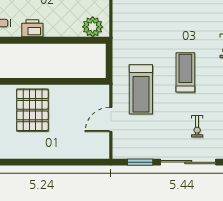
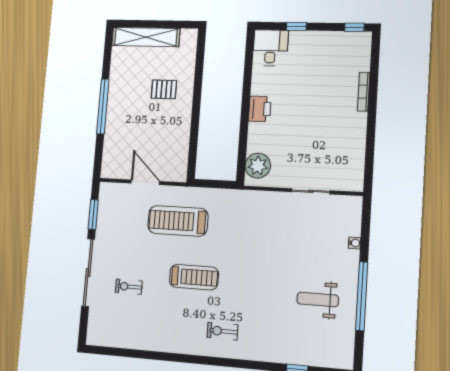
printer: (32, 28) -> (260, 109), moved
pallet: (32, 110) -> (164, 89), width x0.49, depth x0.50
window: (49, 162) -> (103, 106), added

